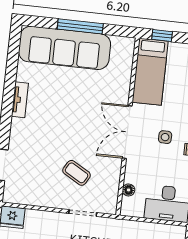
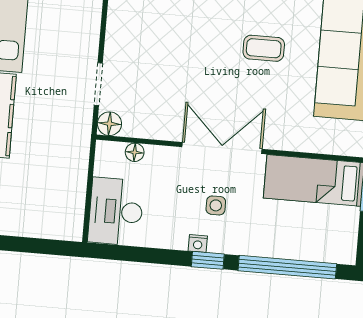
coffee table: (77, 173) -> (264, 48), moved, turned 60
floor lamp: (109, 206) -> (109, 124), added

